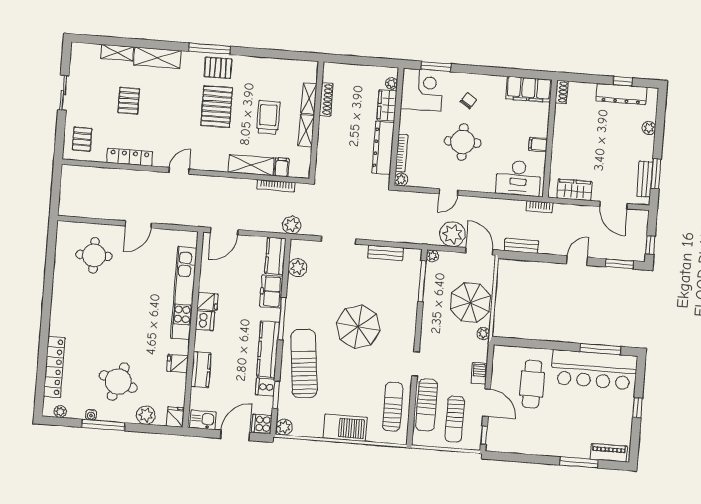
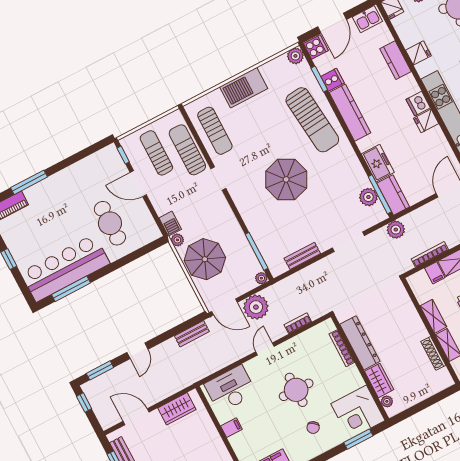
plant: (401, 179) -> (328, 326), removed
door: (449, 192) -> (265, 349), moved
bookcase: (539, 207) -> (298, 323), moved
window: (282, 319) -> (380, 194), moved
barbecue: (479, 373) -> (170, 224), moved

